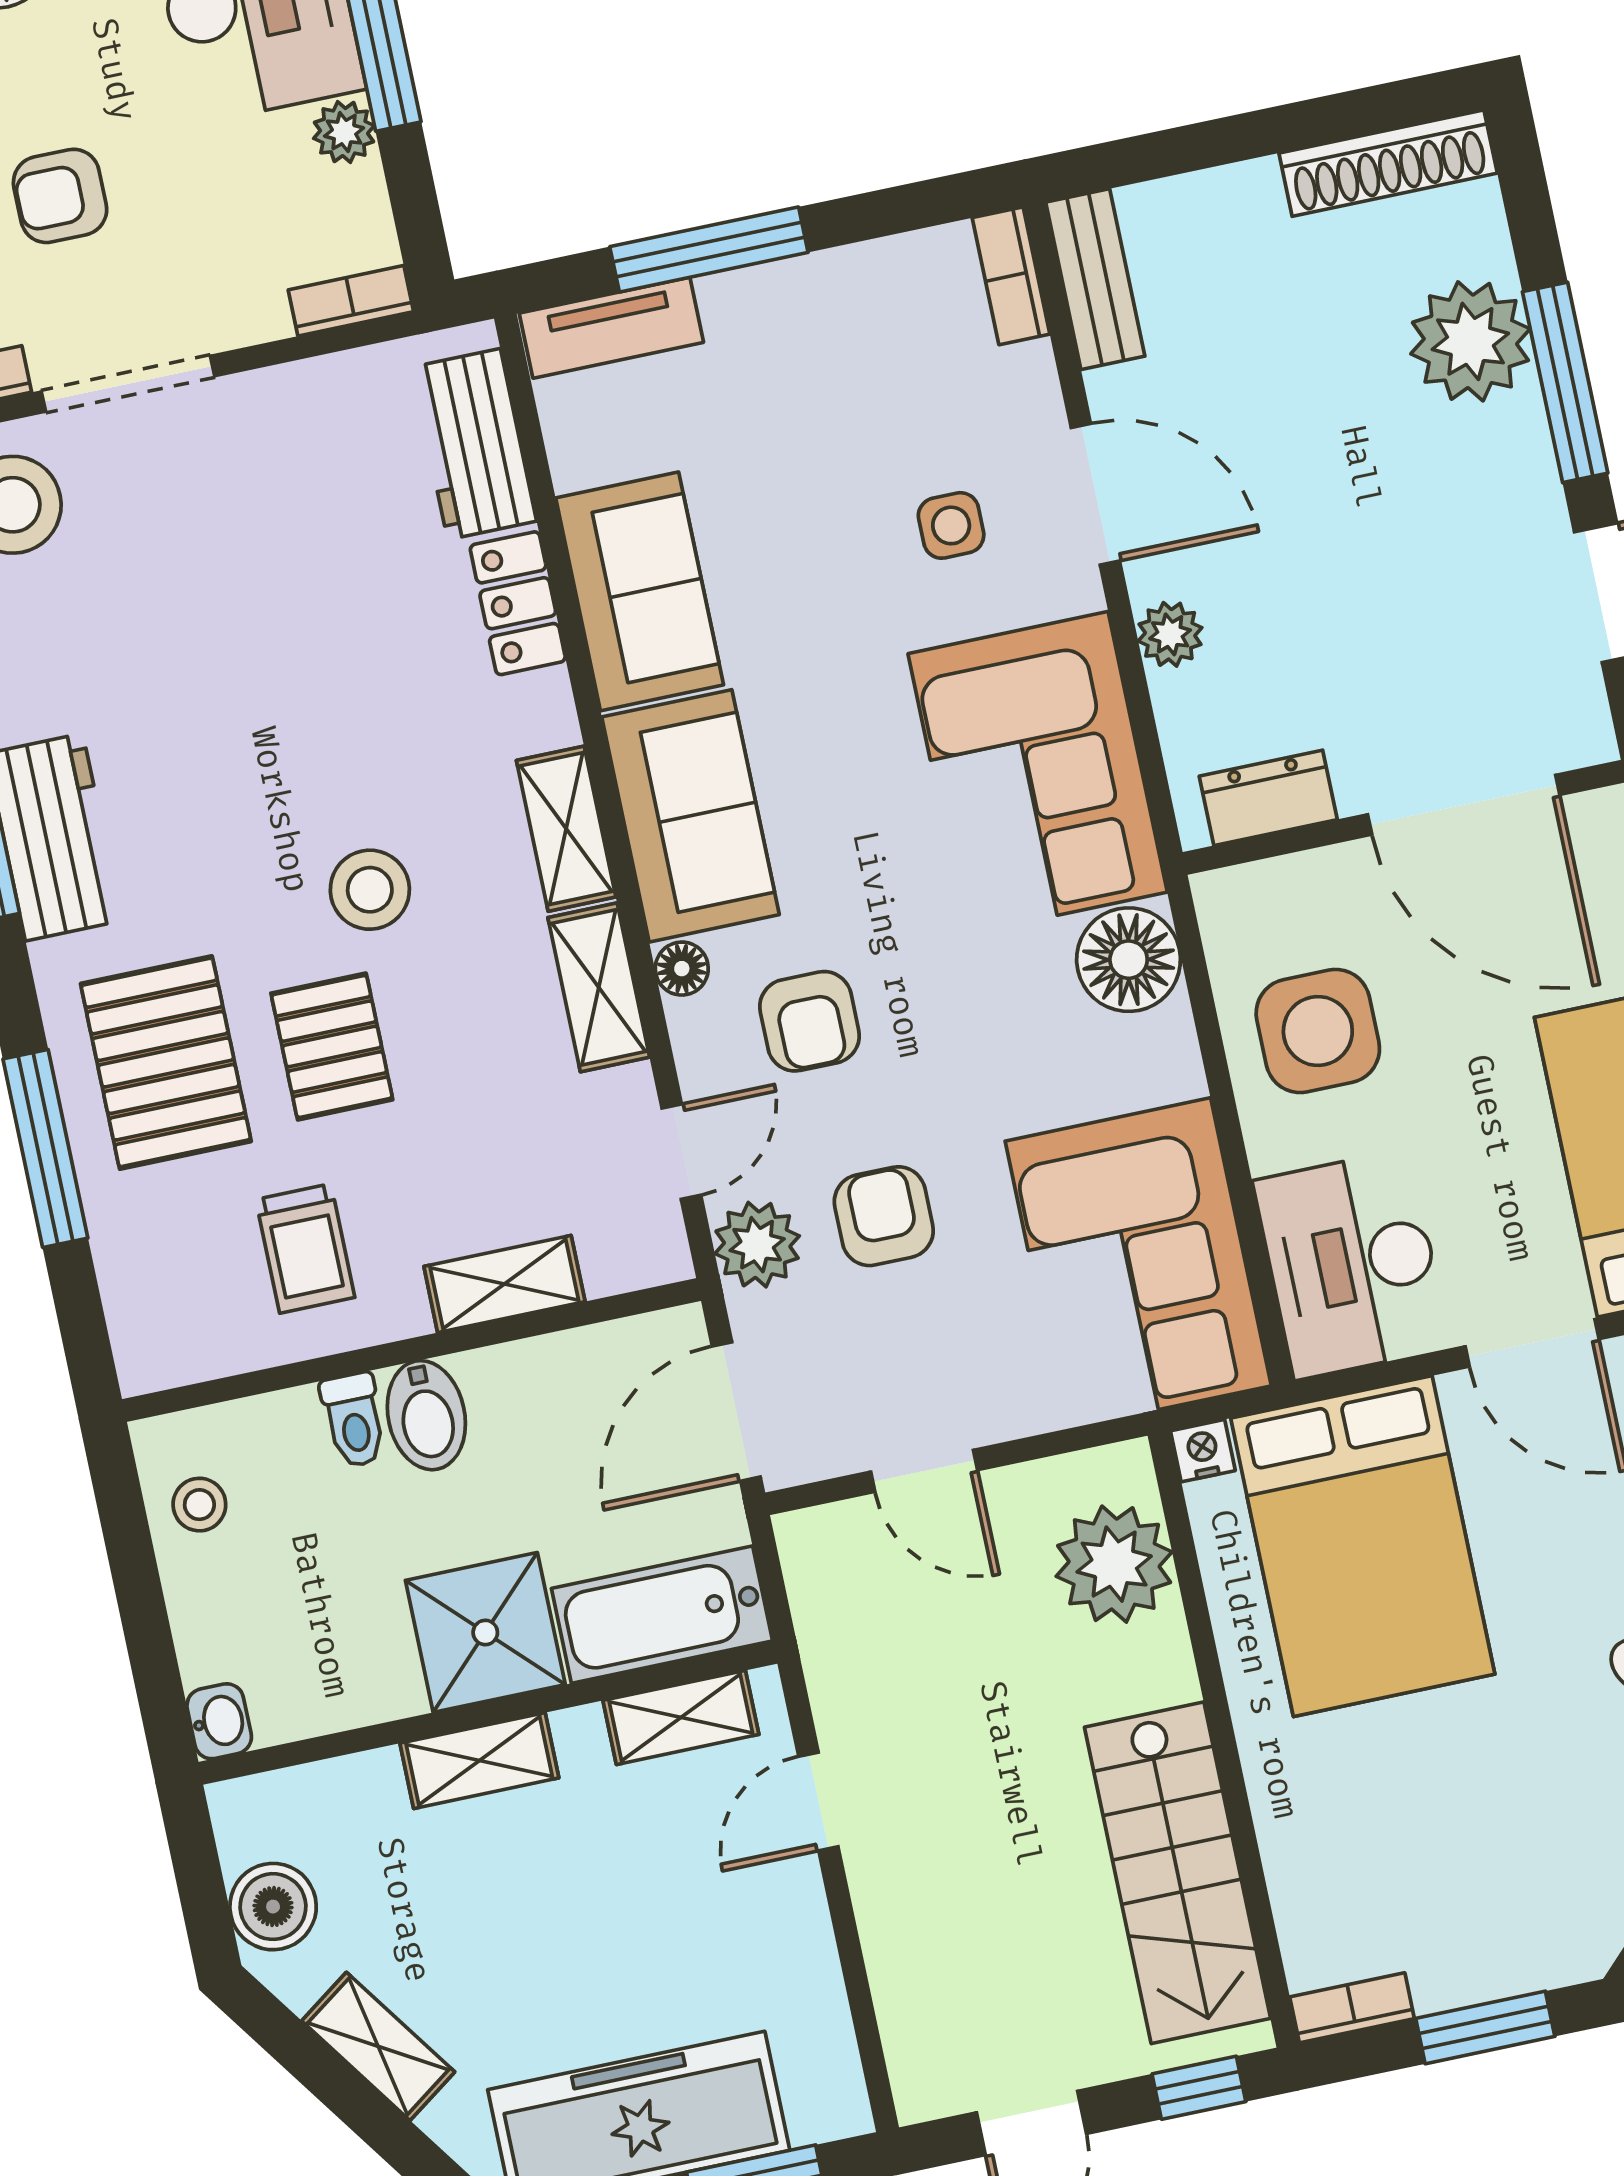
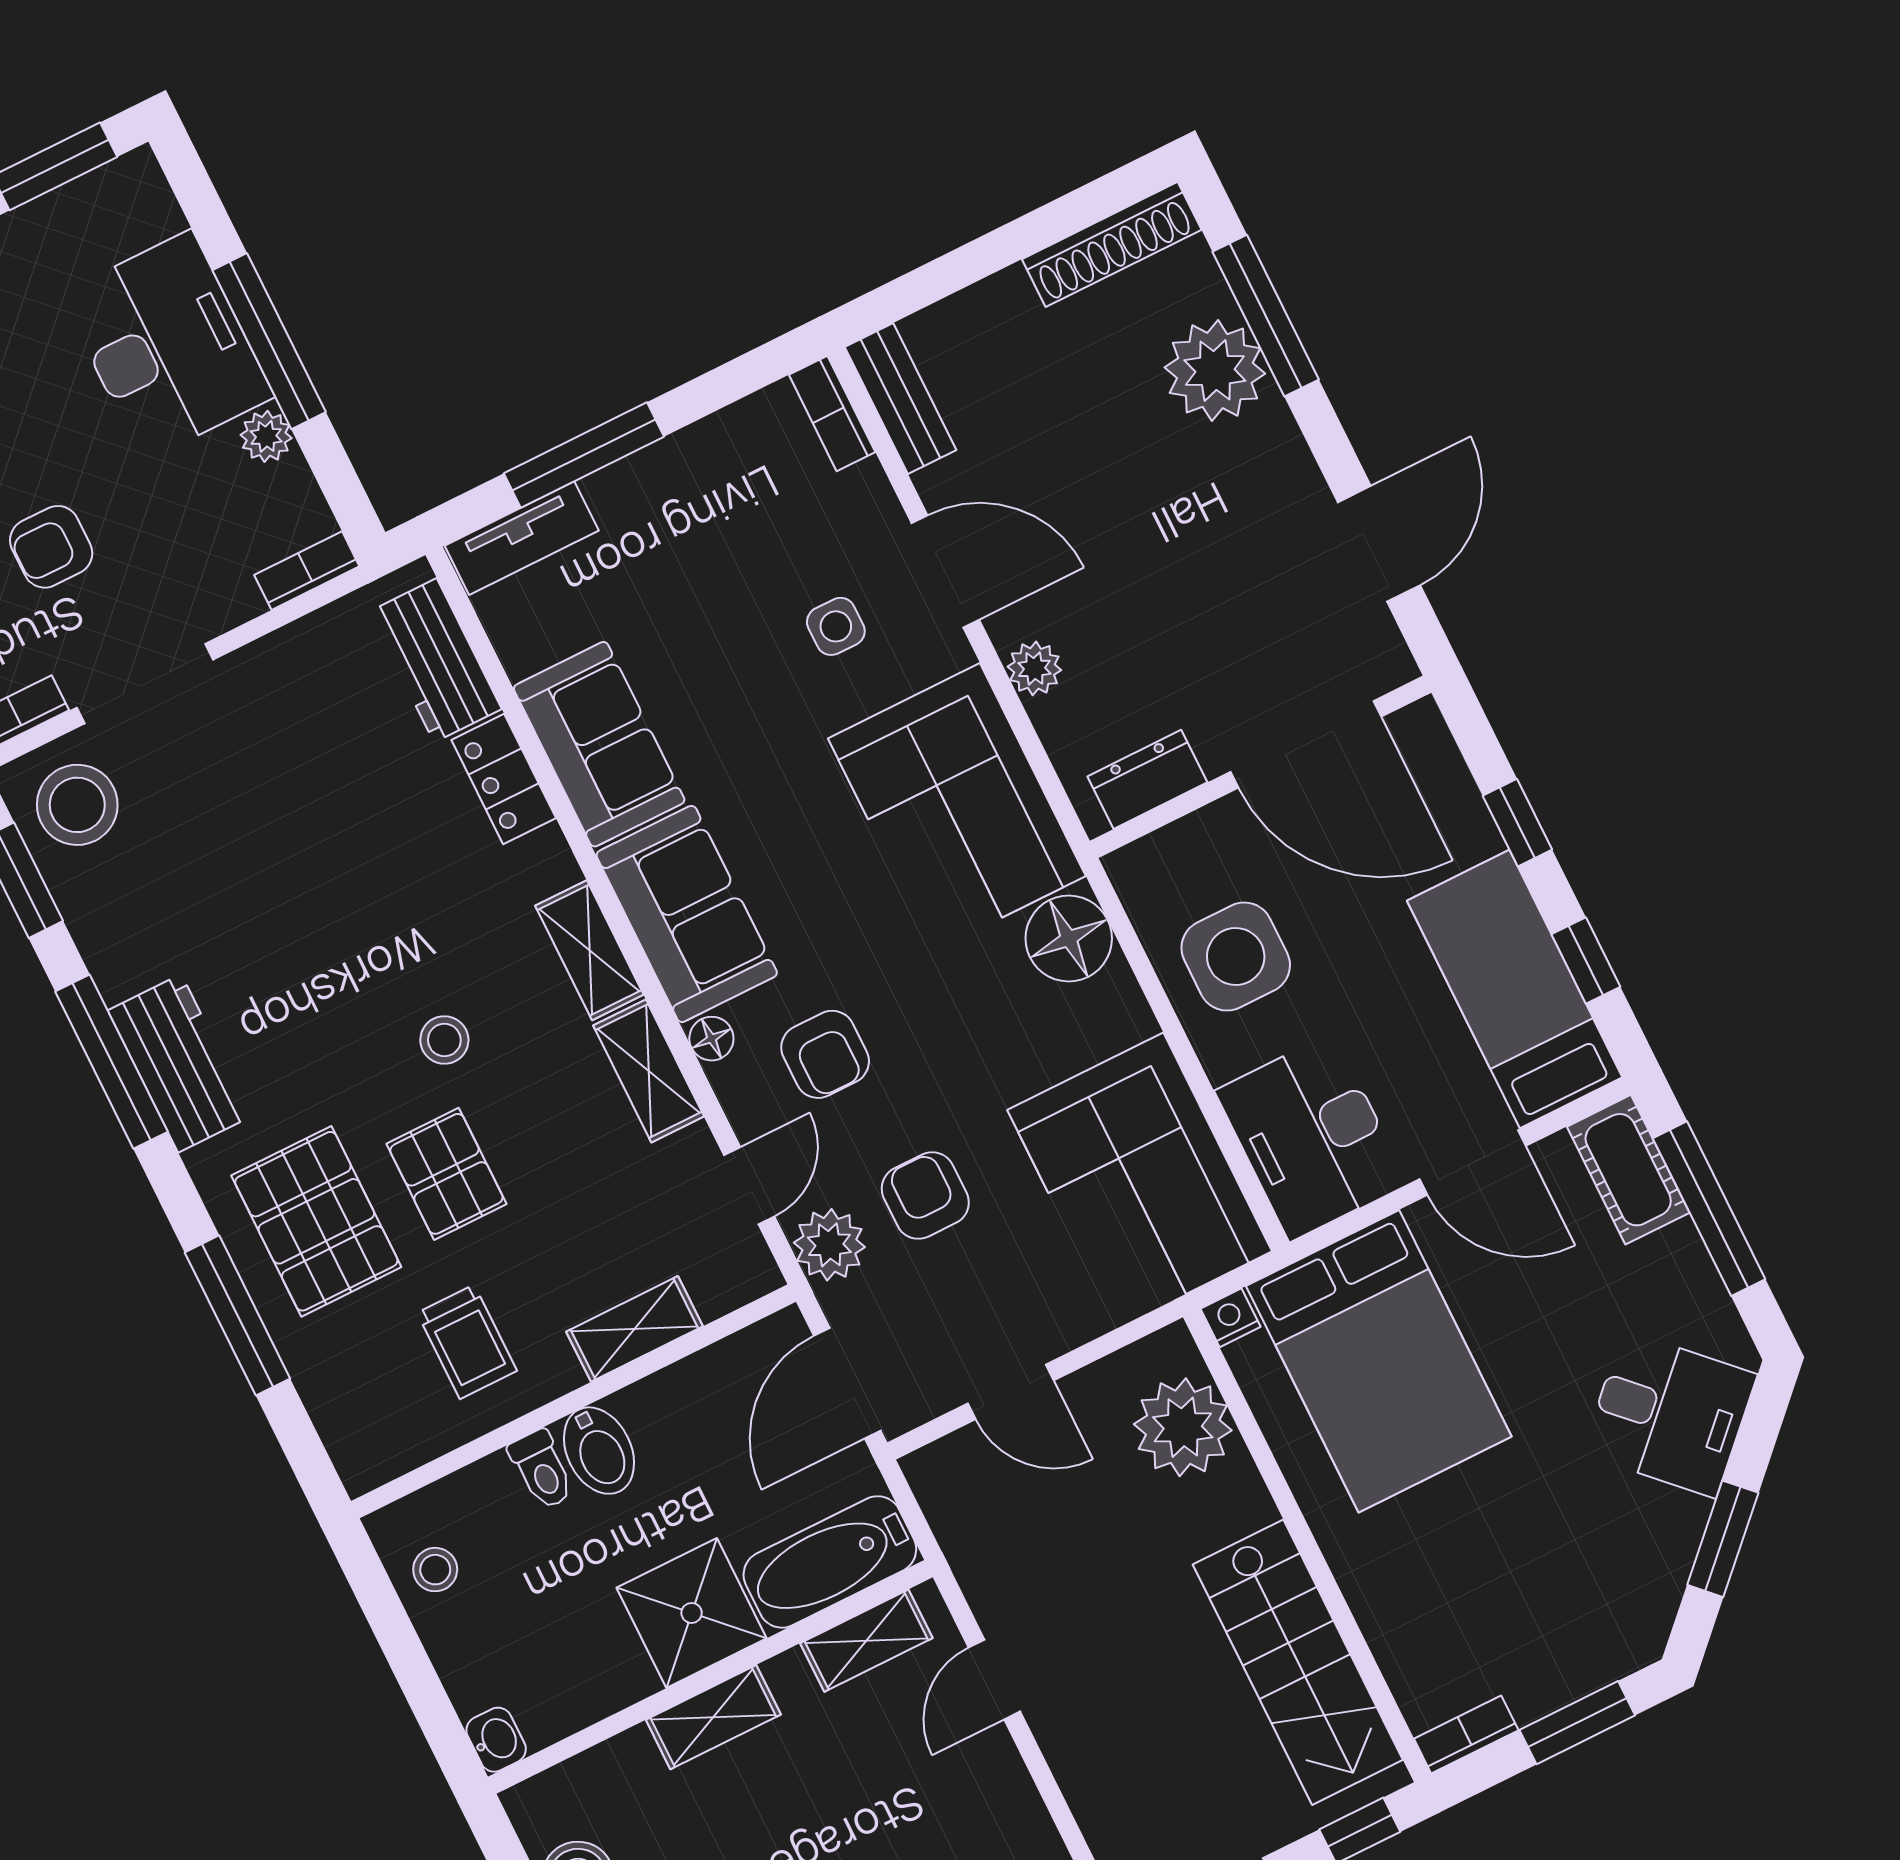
window: (1565, 382) -> (1266, 316), moved
stool: (370, 890) -> (444, 1040), width x0.73, depth x0.73

